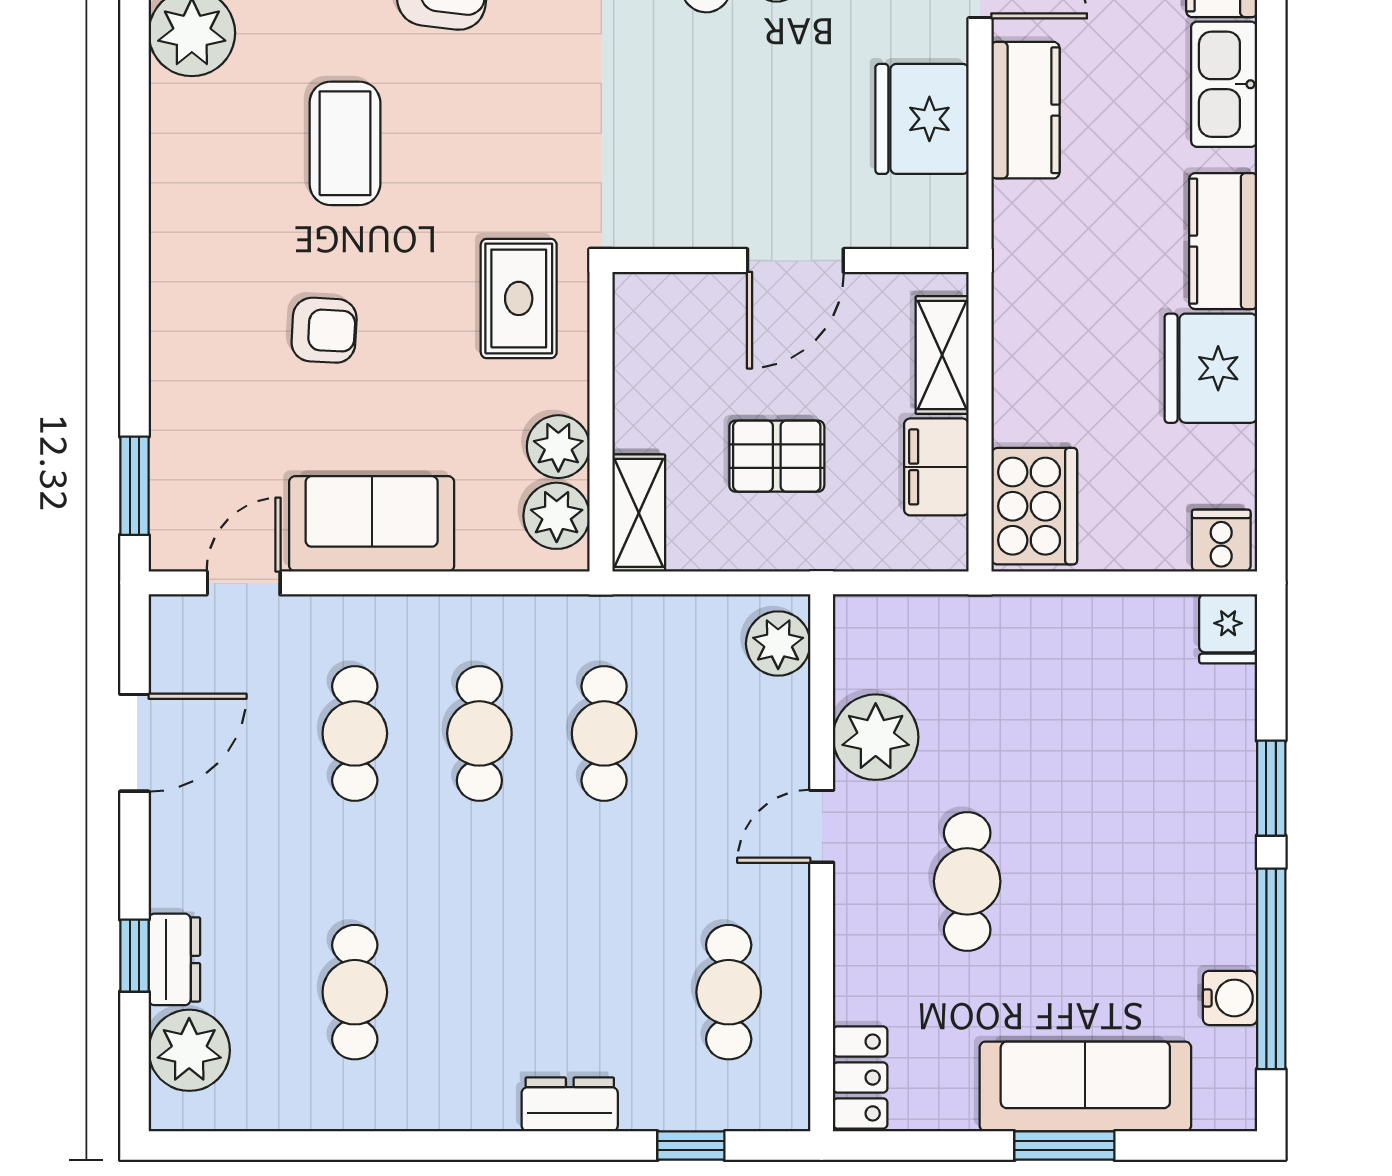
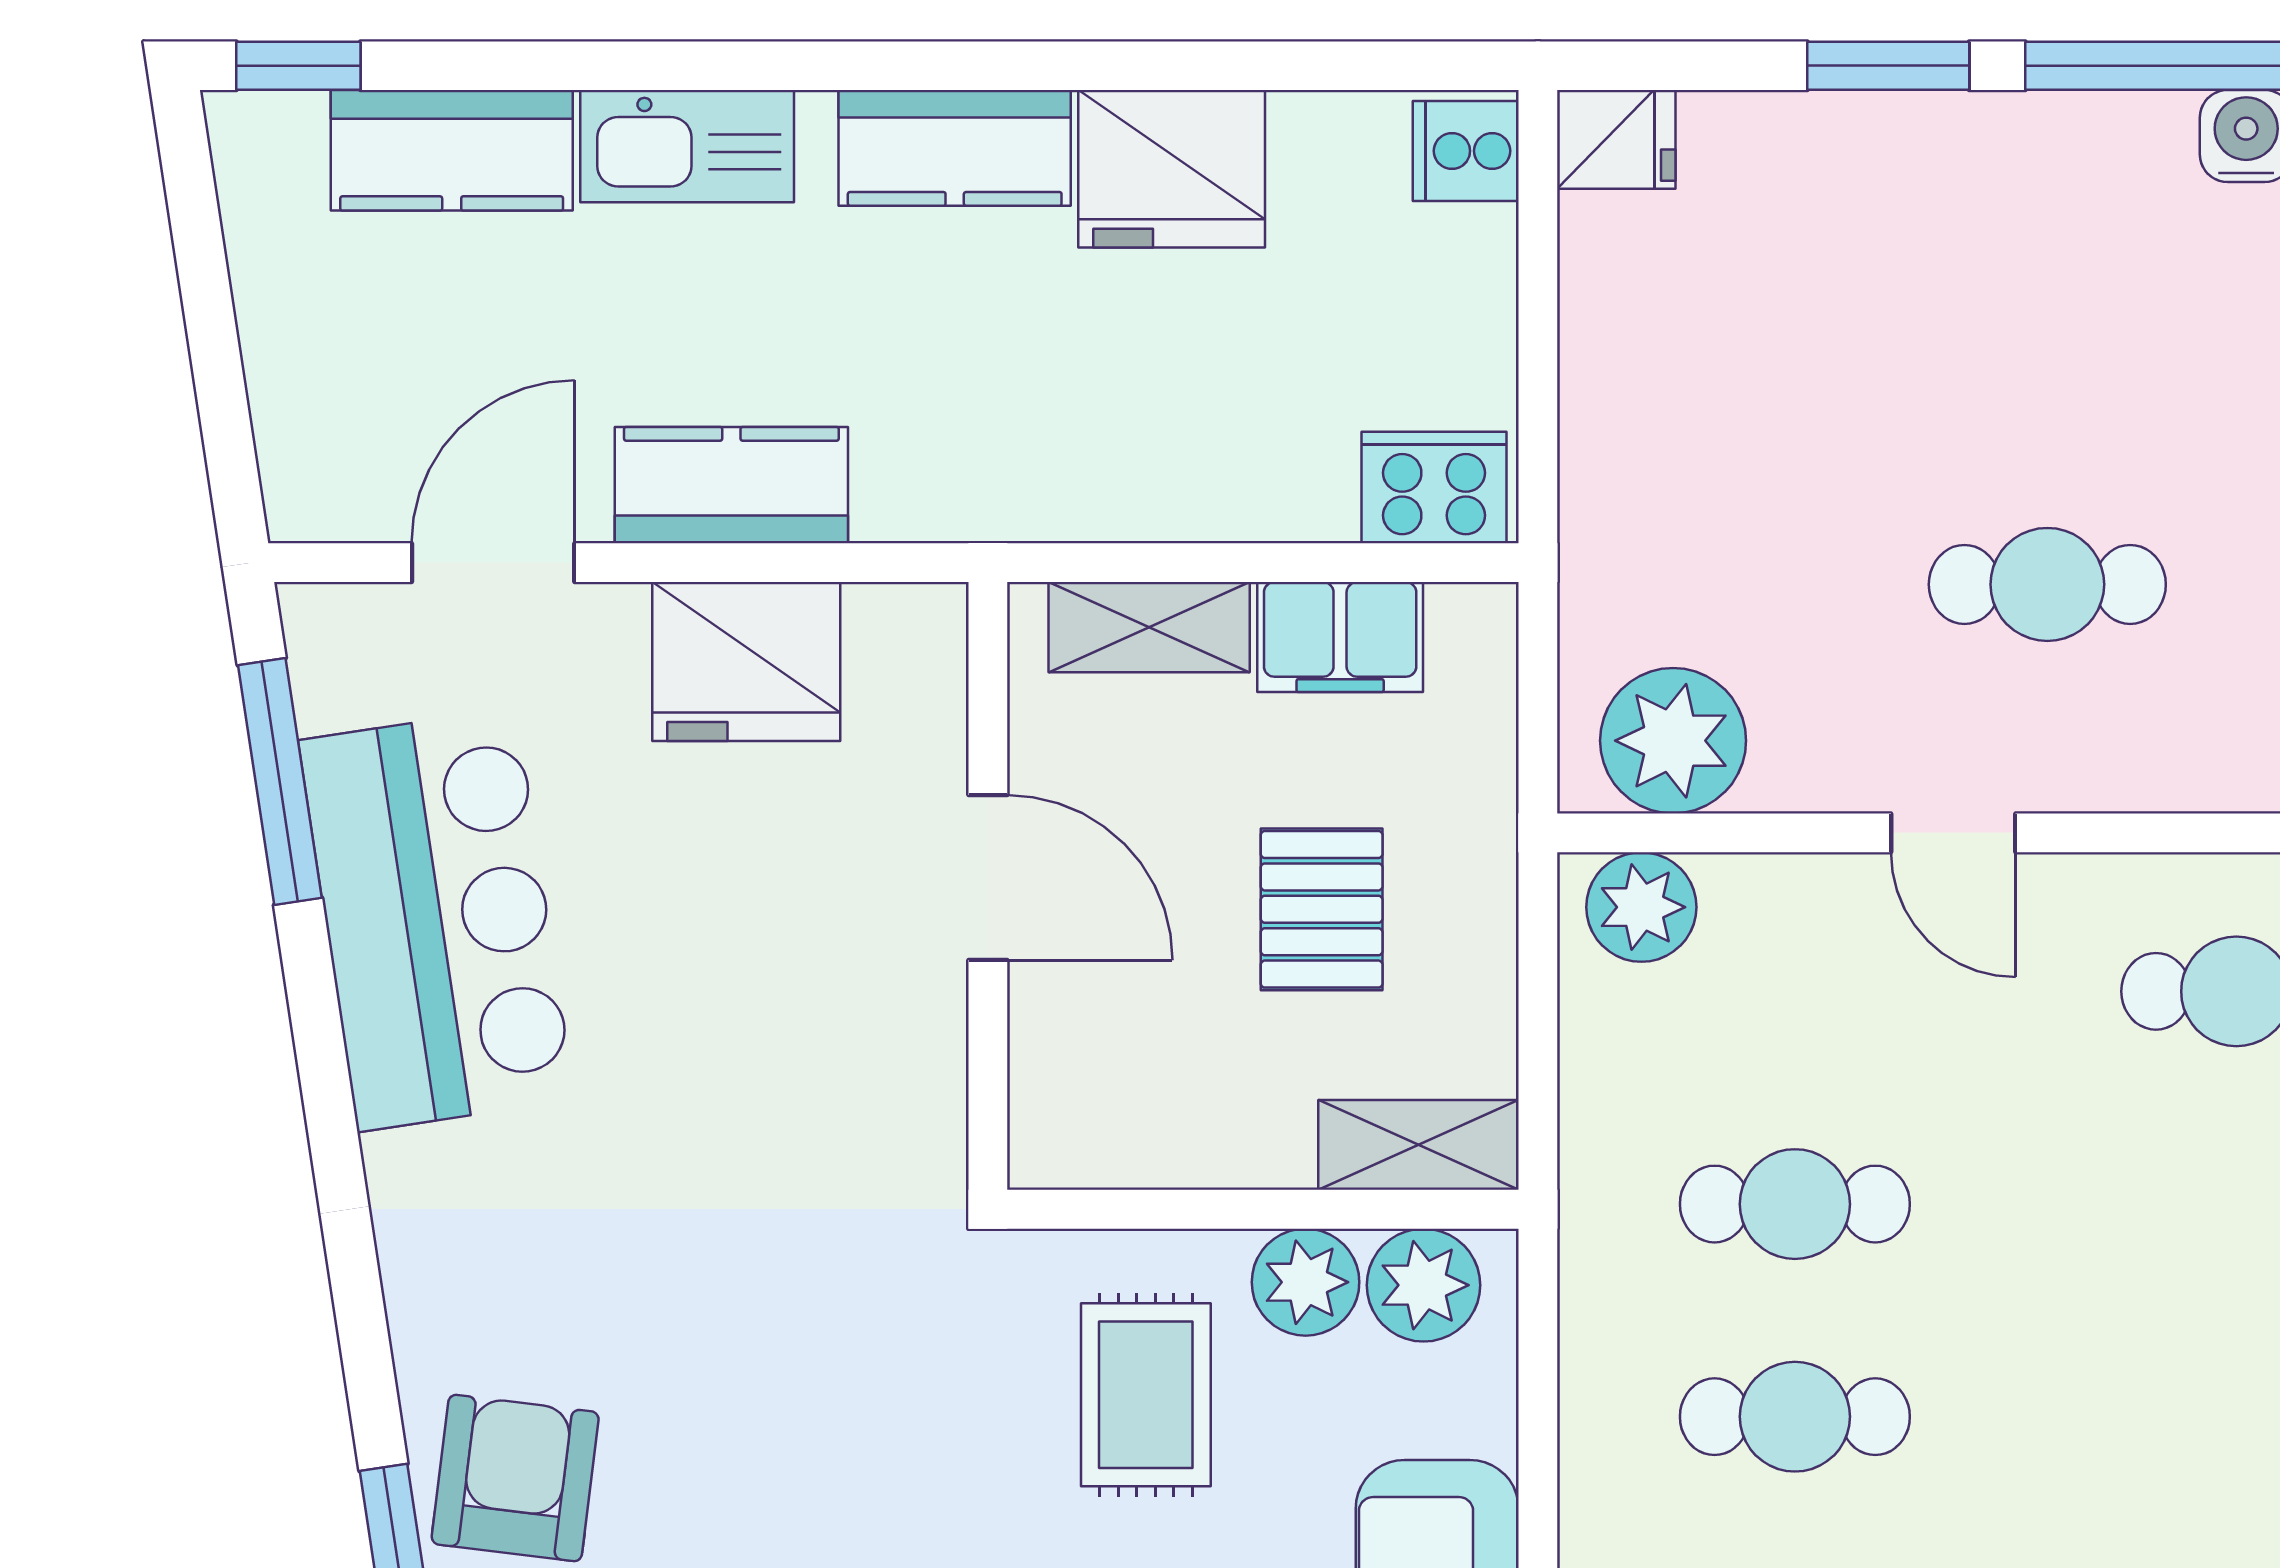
rug: (519, 298) -> (1146, 1395), moved, turned 90
cooker: (1034, 506) -> (1434, 487), width x0.73, depth x0.76
plant: (876, 737) -> (1673, 741), moved

